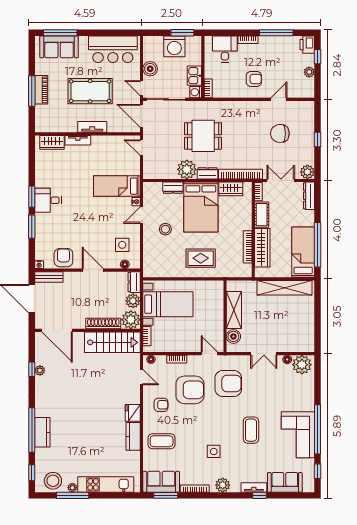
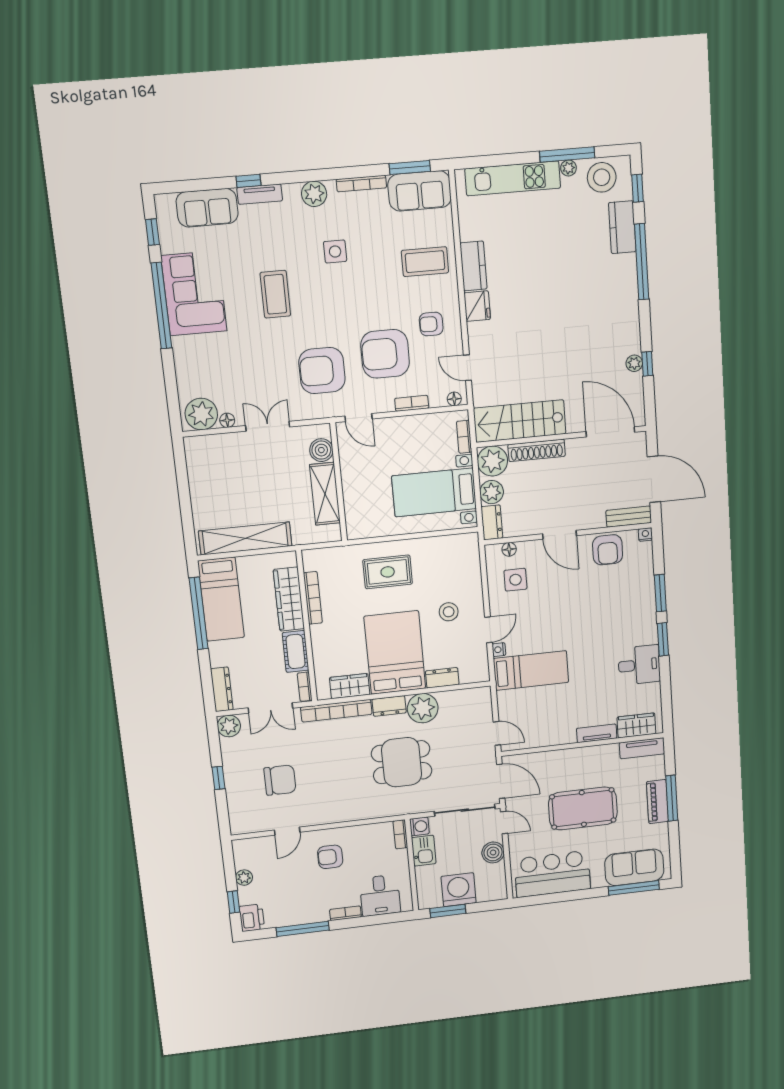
tv unit: (92, 127) -> (642, 748), moved
desk: (48, 200) -> (639, 665), moved
kitchen counter: (42, 432) -> (622, 227), moved

